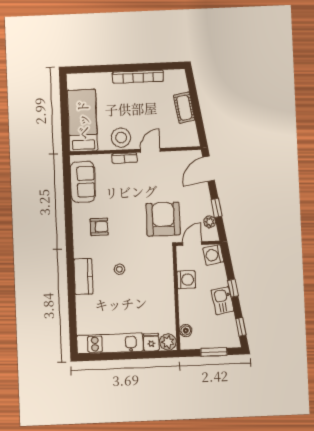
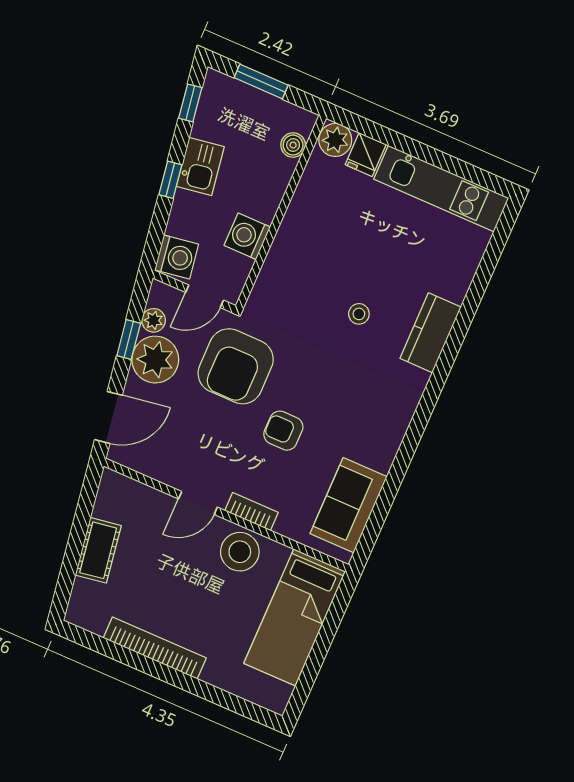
plant: (200, 205) -> (155, 360), added
armchair: (99, 227) -> (283, 431), moved

